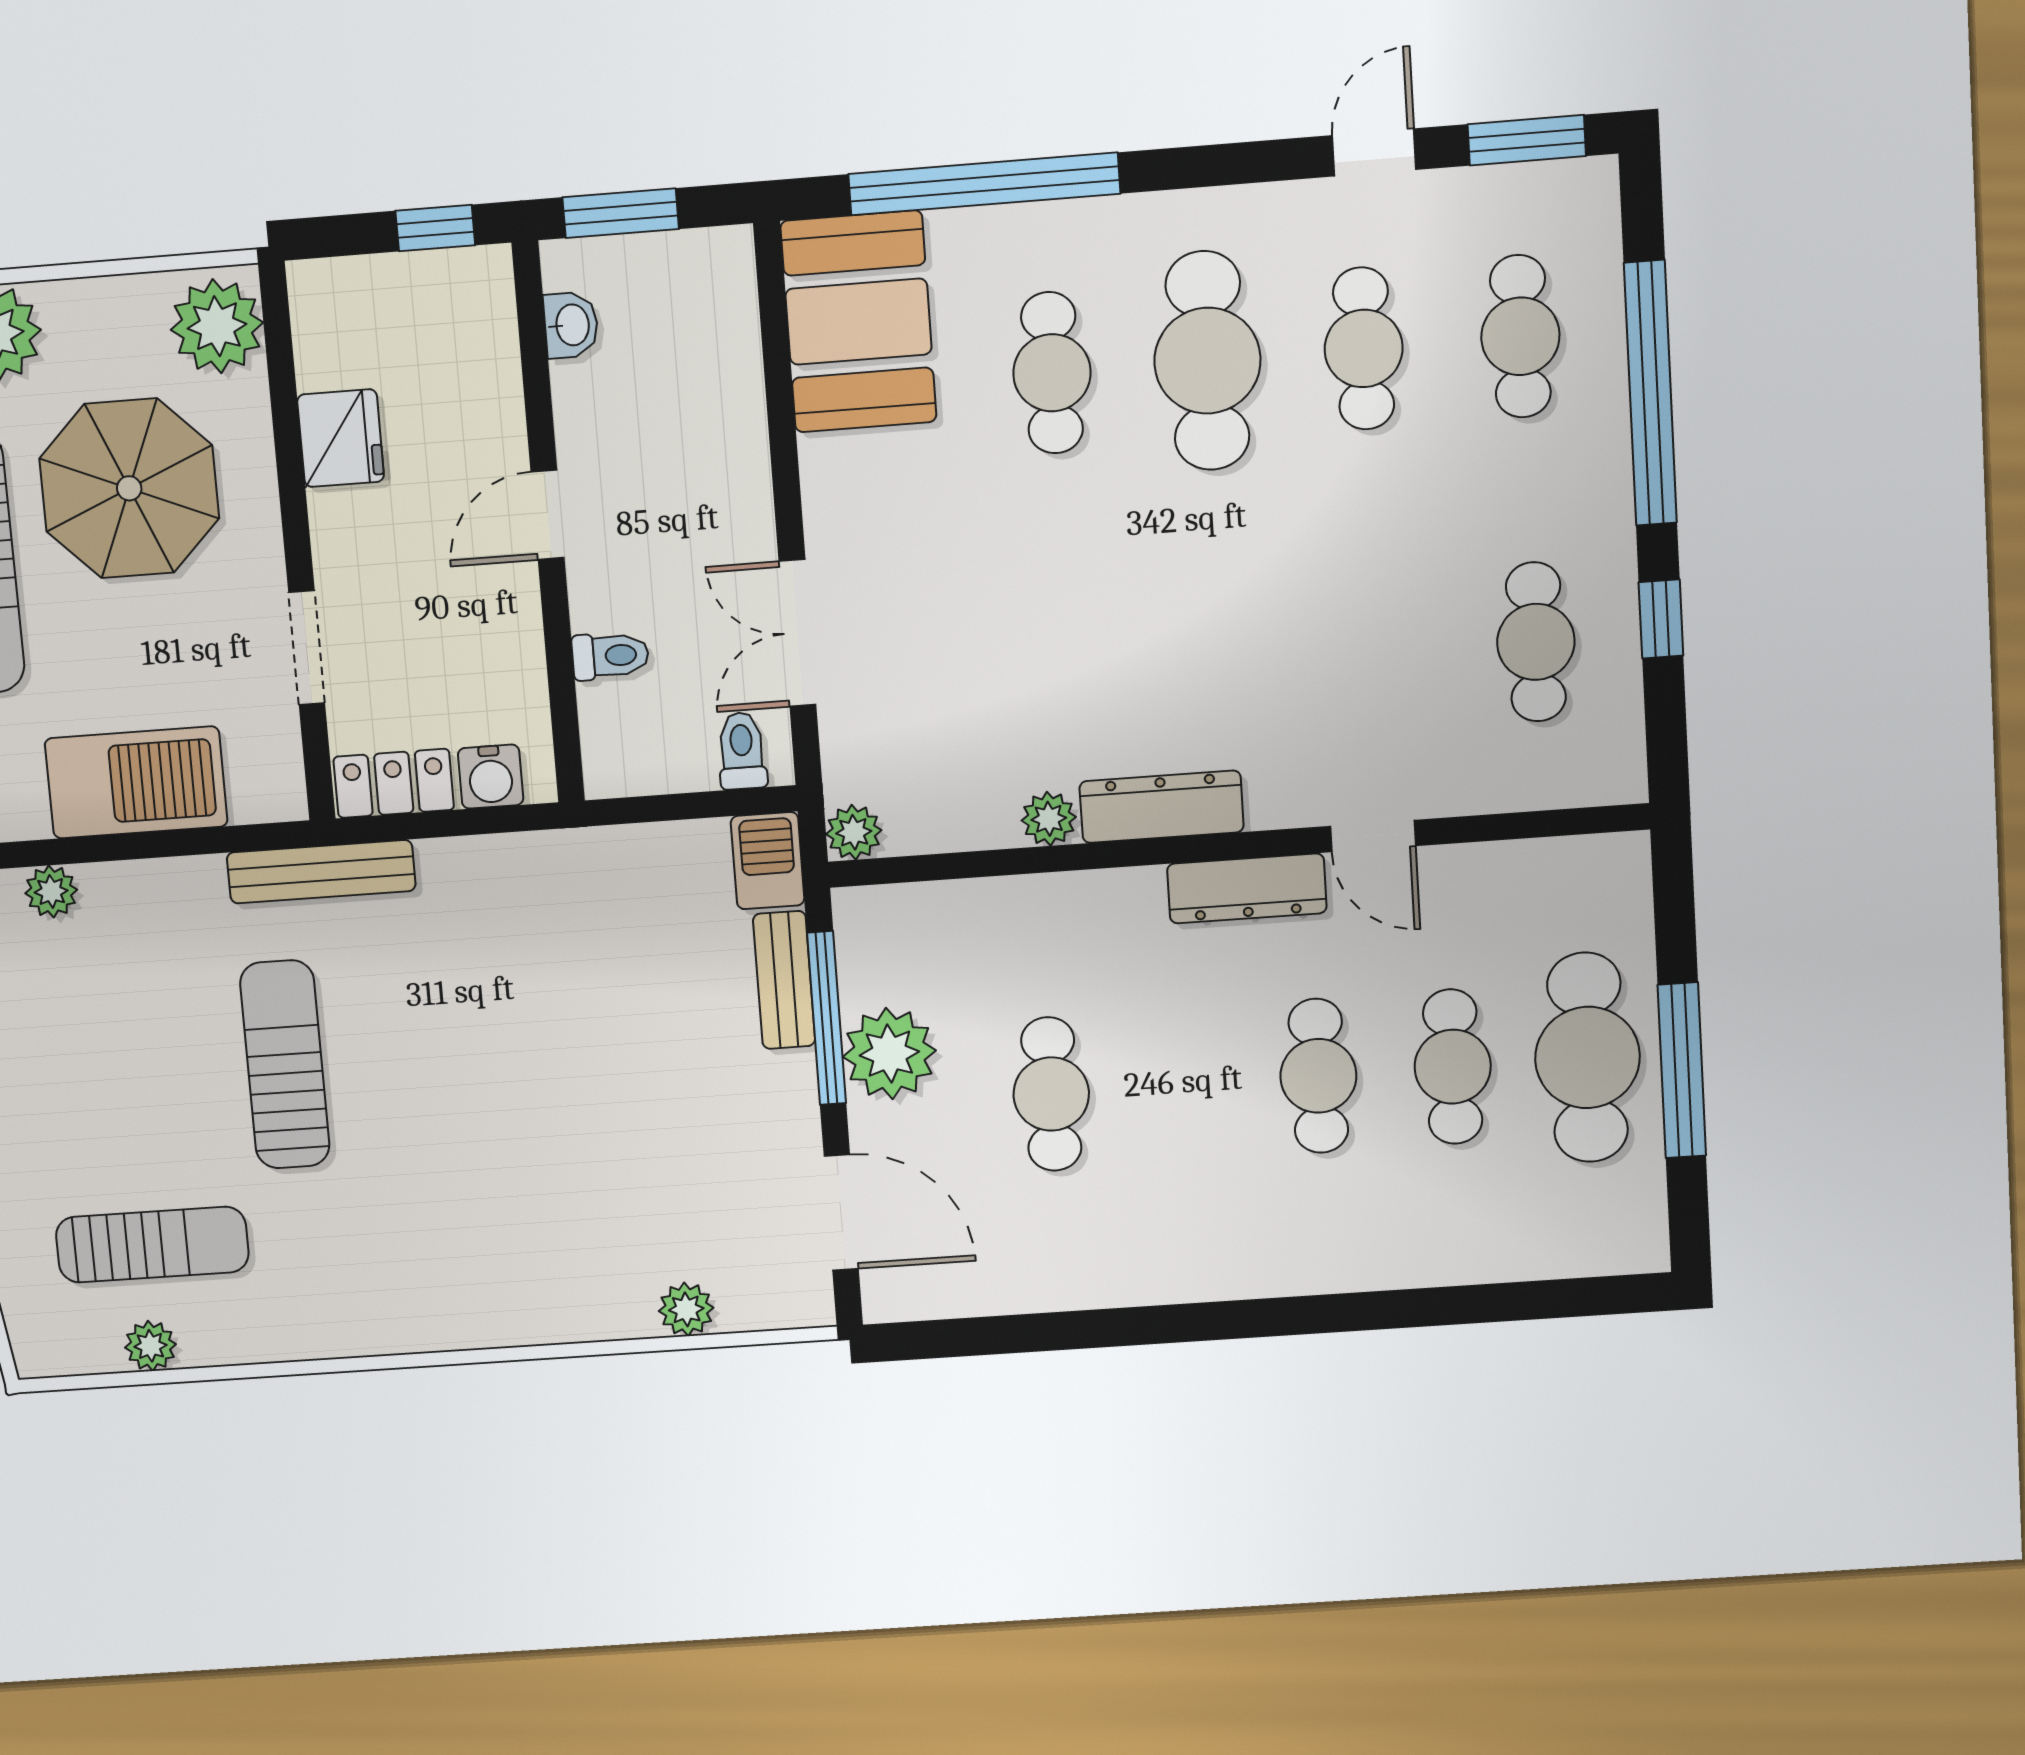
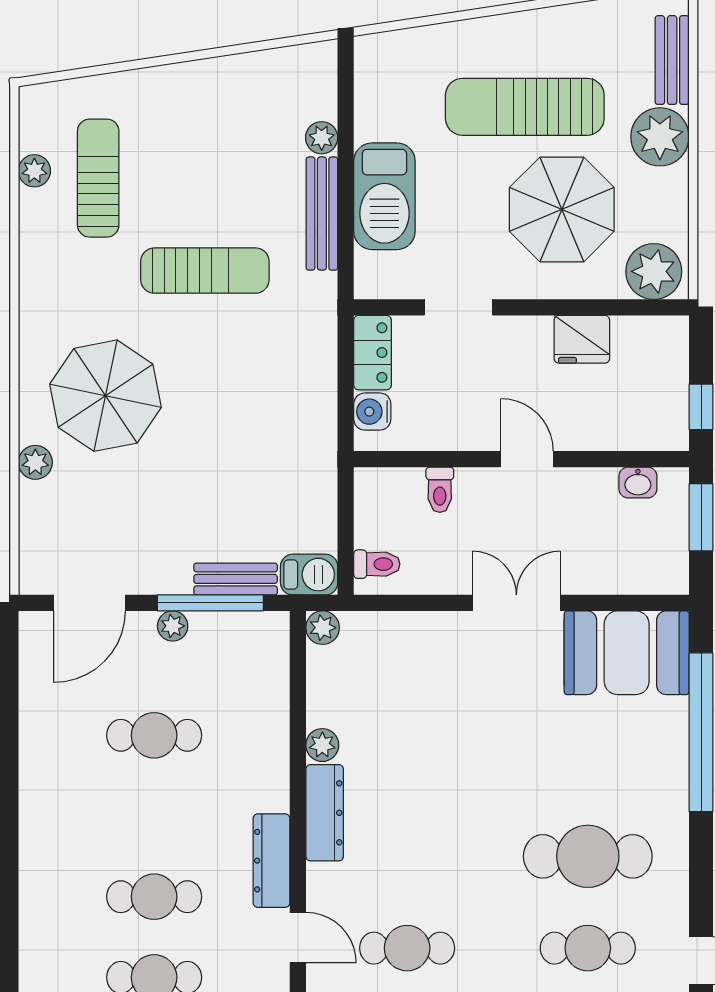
cafe table: (1052, 373) -> (407, 948), moved
double door: (797, 633) -> (516, 603), moved
door: (1373, 836) -> (298, 937), swing flipped
bench: (321, 872) -> (322, 214), moved
plant: (889, 1054) -> (173, 626), width x0.53, depth x0.53
parasol: (502, 1209) -> (106, 396), added
sun lounger: (152, 1245) -> (98, 178), turned 180
plant: (686, 1309) -> (35, 462), moved

